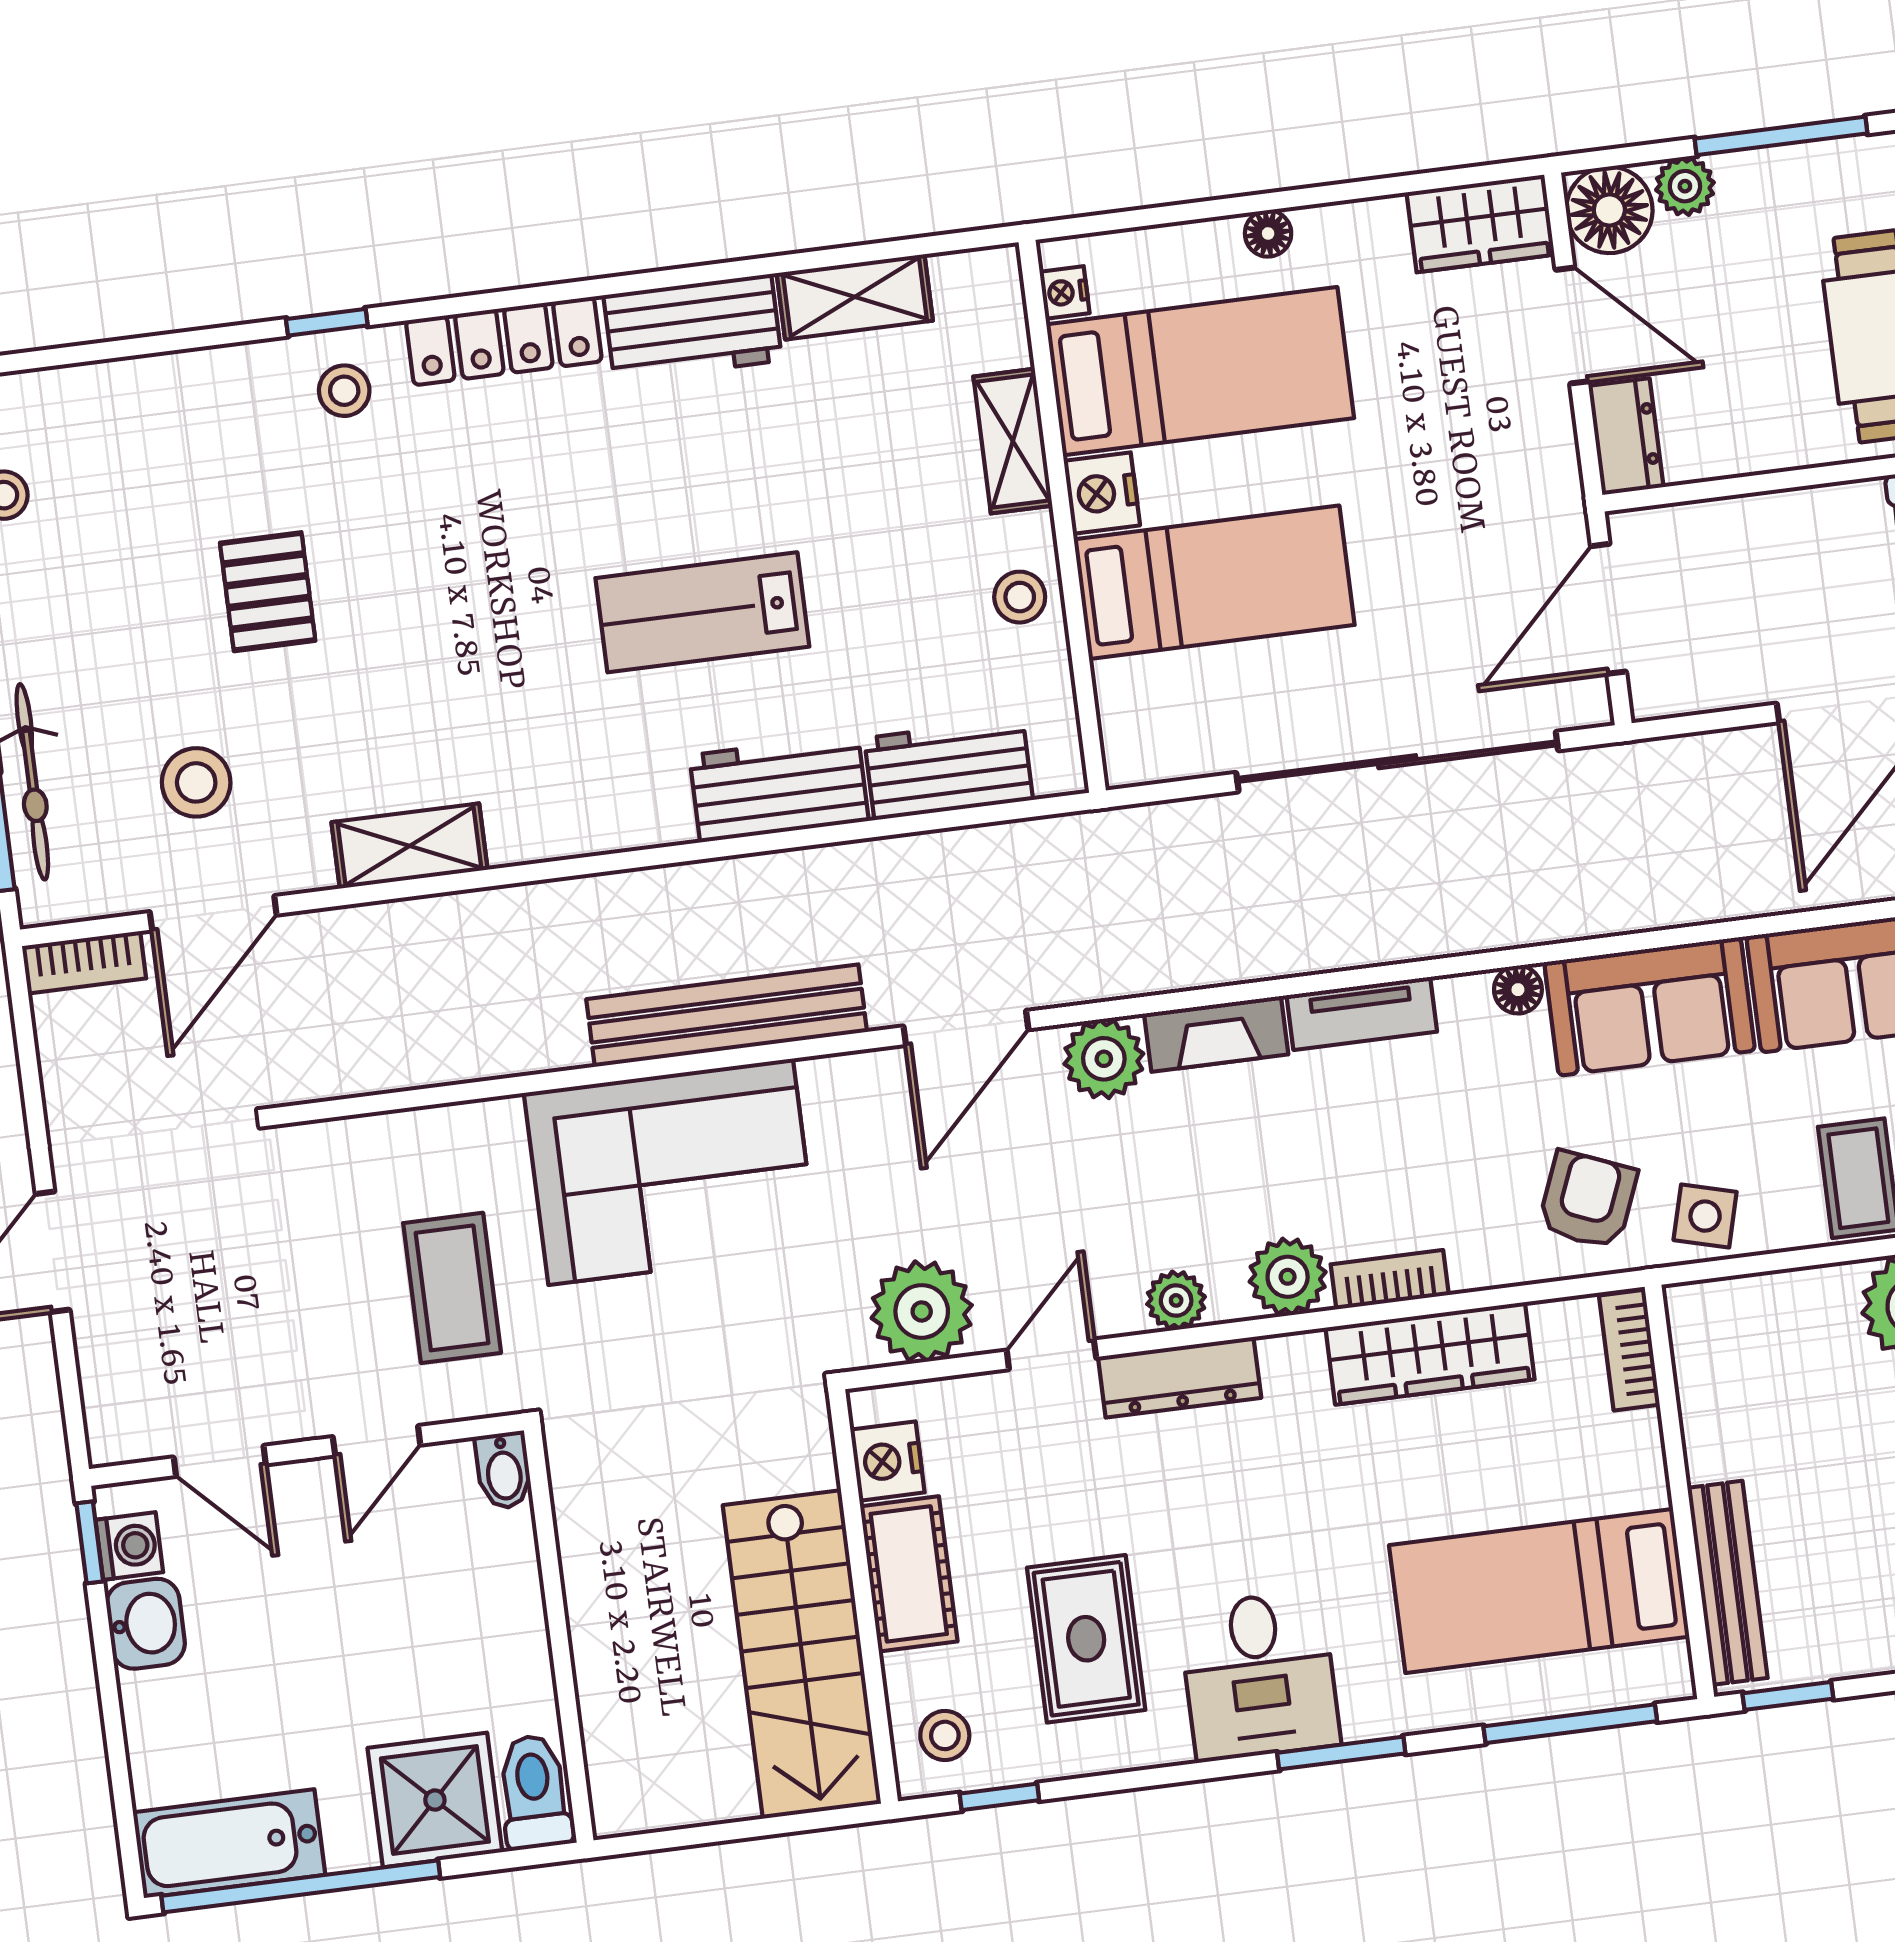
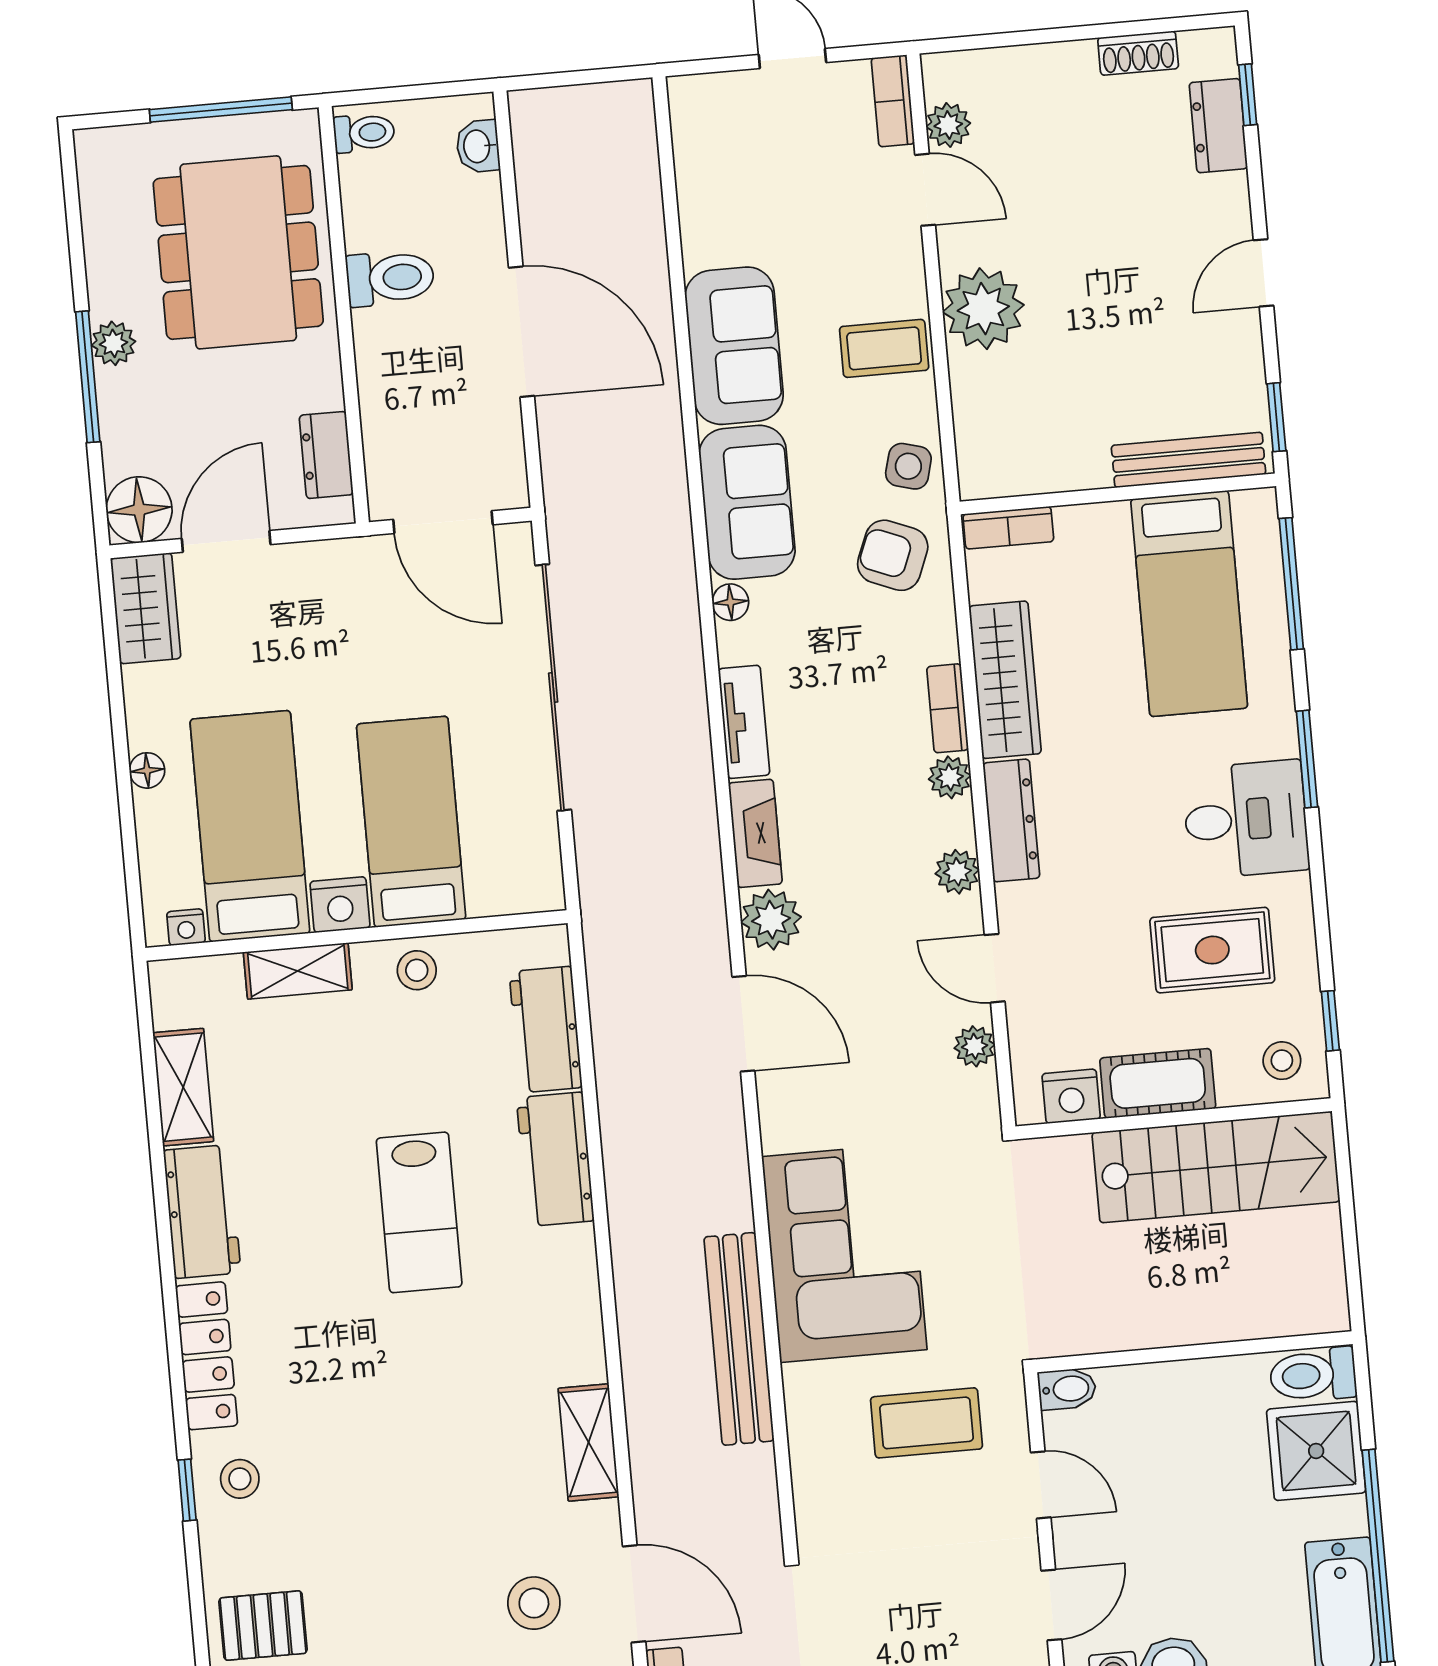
plant: (1685, 186) -> (114, 343), moved
dresser: (1626, 437) -> (326, 455), moved, turned -90
pallet: (268, 592) -> (263, 1626), moved
bench: (727, 1016) -> (739, 1339), moved
plant: (1288, 1277) -> (950, 777), width x0.73, depth x0.73
plant: (922, 1311) -> (975, 1046), width x0.53, depth x0.53
dresser: (1180, 1377) -> (1011, 820), moved

